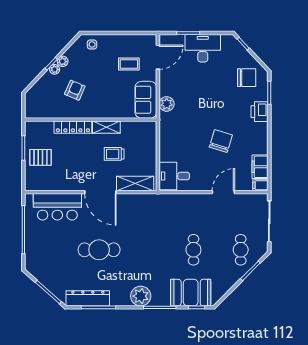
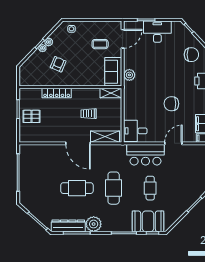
shelving: (106, 127) -> (111, 93), moved
chair: (221, 141) -> (171, 104), turned -107
bar counter: (57, 207) -> (145, 155), moved
cafe table: (241, 250) -> (114, 188), moved, width x1.37, depth x1.35
plant: (141, 296) -> (94, 224), moved

